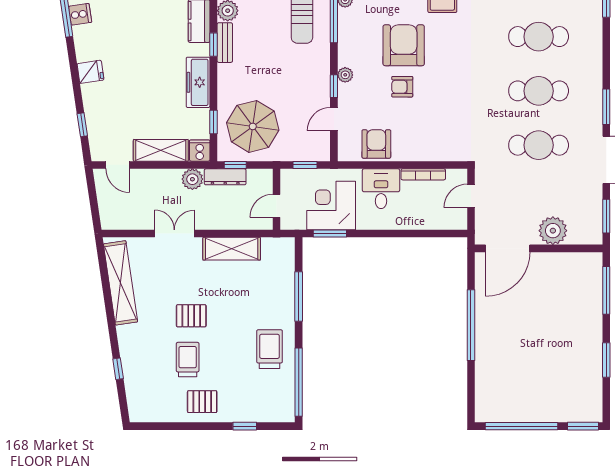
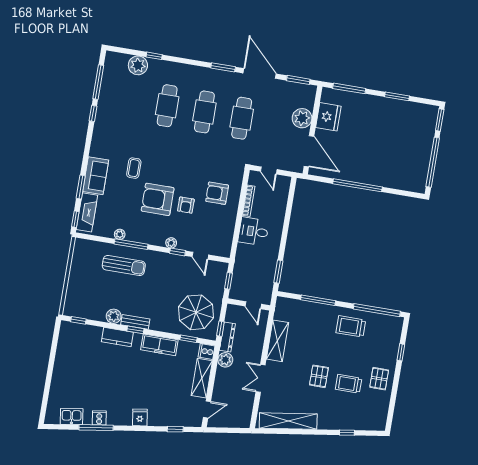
armchair: (376, 144) -> (217, 193), moved
corner desk: (331, 205) -> (259, 268), removed
fridge: (561, 268) -> (328, 117), added

